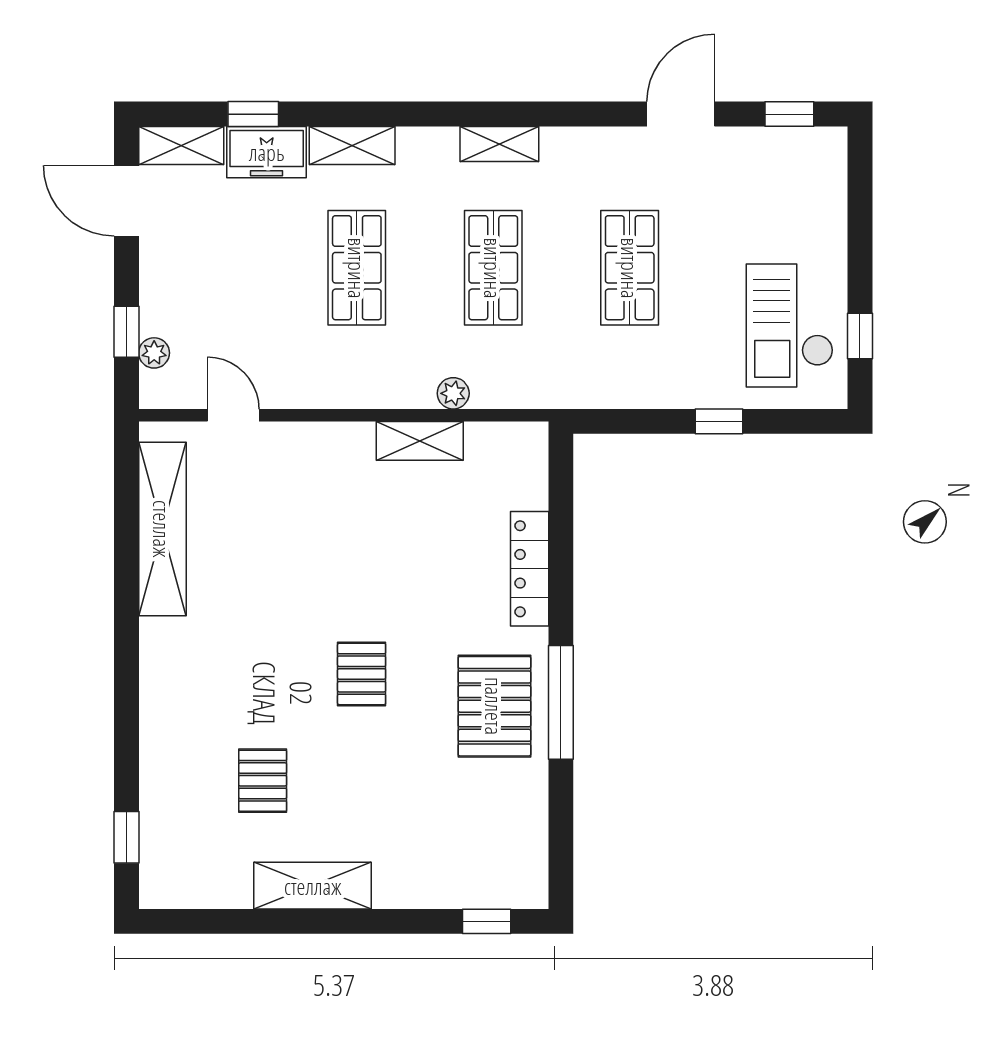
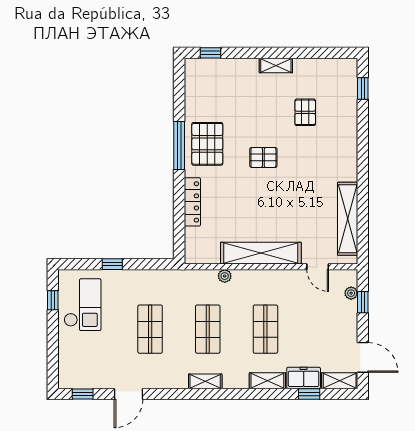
shelving: (420, 441) -> (261, 253), width x2.20, depth x1.33
pallet: (362, 674) -> (263, 157), turned 90
shelving: (313, 886) -> (276, 66), width x0.67, depth x0.75

